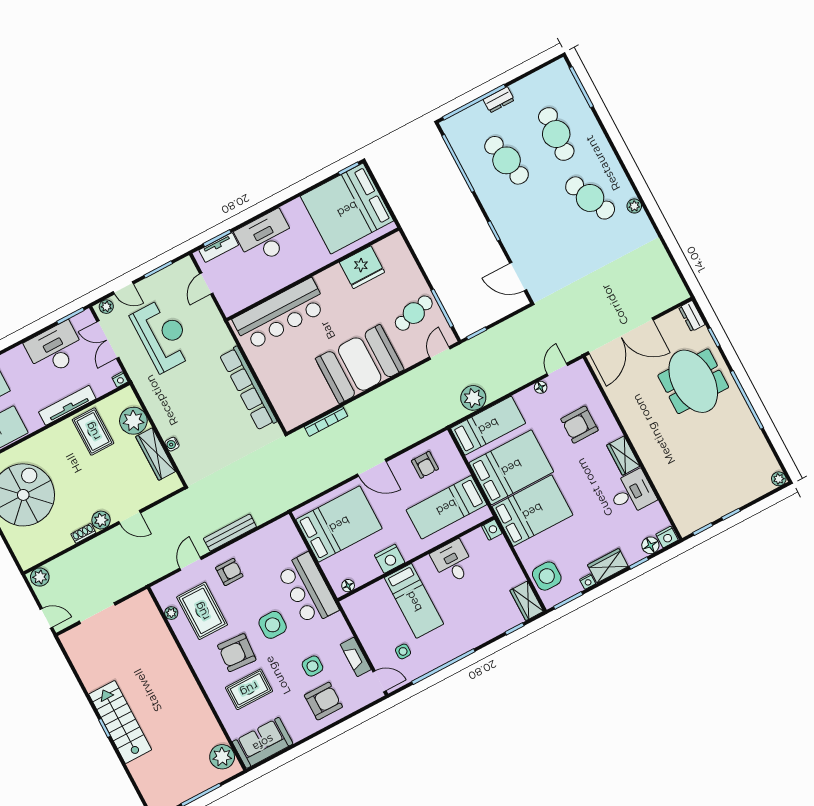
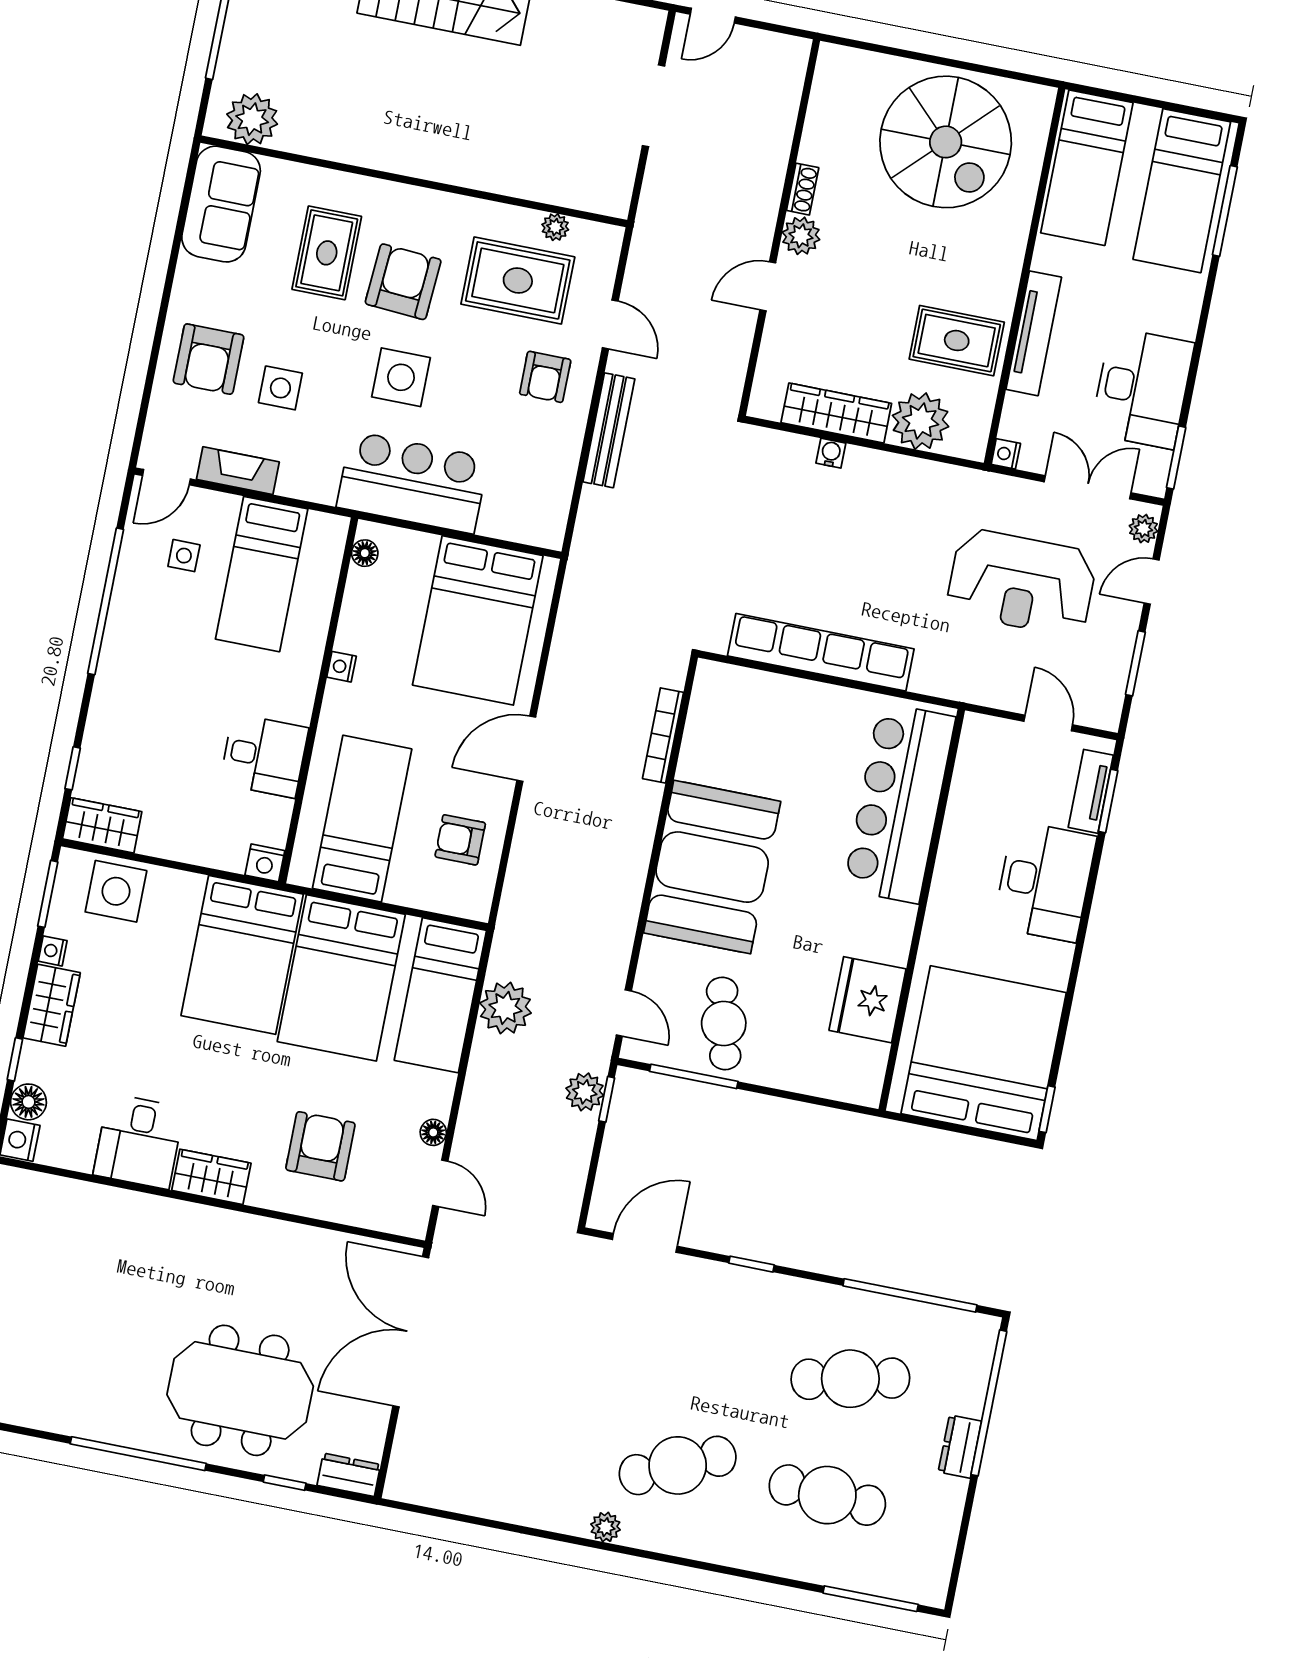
nightstand: (390, 559) -> (342, 667), width x0.53, depth x0.56
plant: (40, 577) -> (585, 1092), moved
bed: (414, 601) -> (262, 574), moved, turned -90

